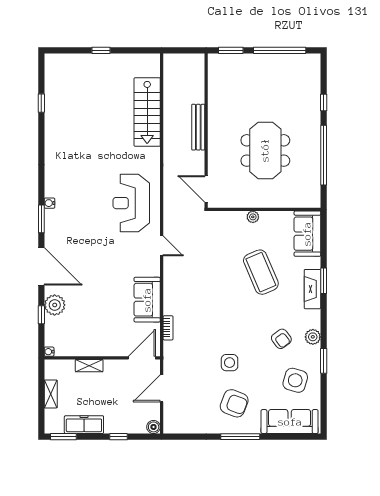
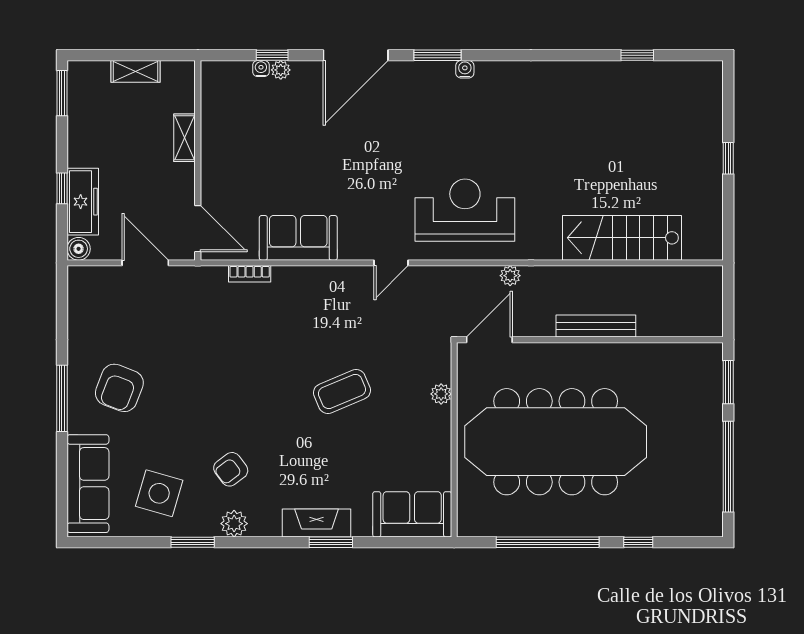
meeting table: (265, 150) -> (556, 442), width x1.86, depth x1.27
plant: (169, 177) -> (510, 276), added
plant: (253, 217) -> (441, 394), moved
coffee table: (261, 272) -> (342, 391), moved, width x0.73, depth x0.76
plant: (55, 305) -> (281, 70), width x0.53, depth x0.53
water cooler: (49, 352) -> (261, 69), moved
side table: (230, 363) -> (190, 380), removed
freezer: (84, 425) -> (83, 202), moved

